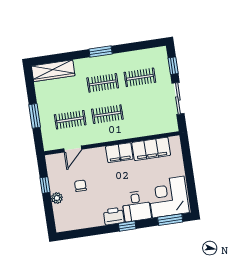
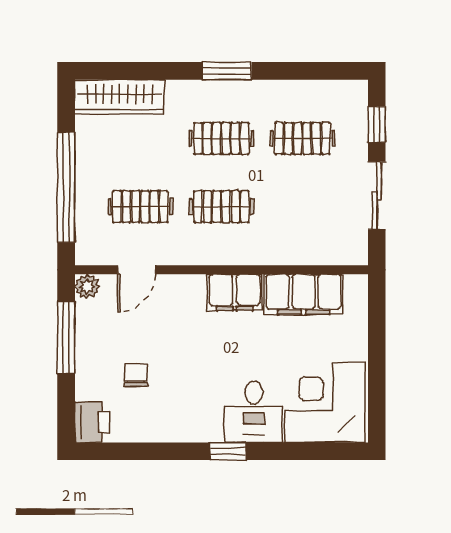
window: (35, 116) -> (66, 187), width x2.11
window: (45, 185) -> (66, 338), width x2.17
chair: (80, 186) -> (136, 375), moved
plant: (57, 198) -> (87, 287), moved
printer: (114, 216) -> (92, 422), moved, turned 90
window: (170, 220) -> (322, 451), removed

